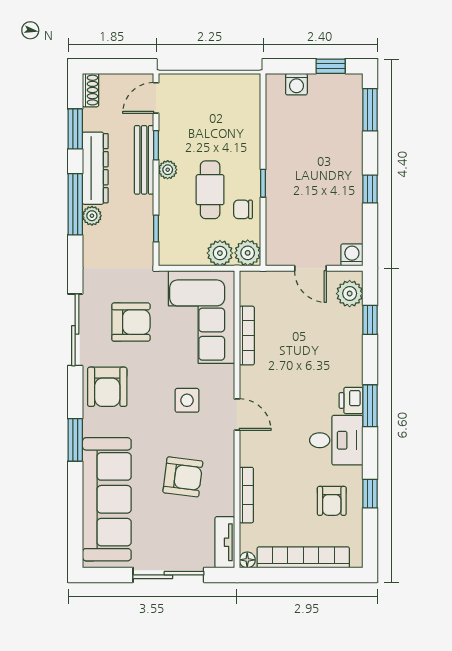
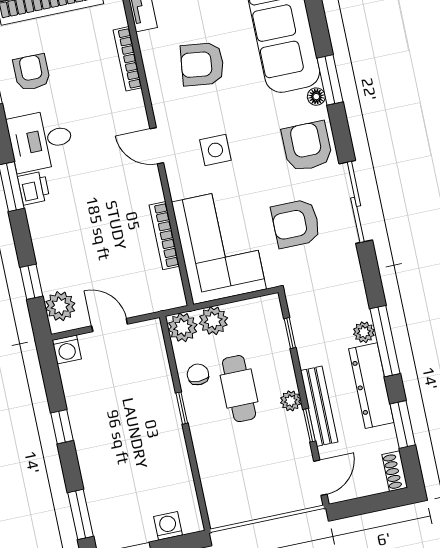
chair: (243, 209) -> (198, 374), turned -90
floor lamp: (90, 428) -> (316, 97), added

